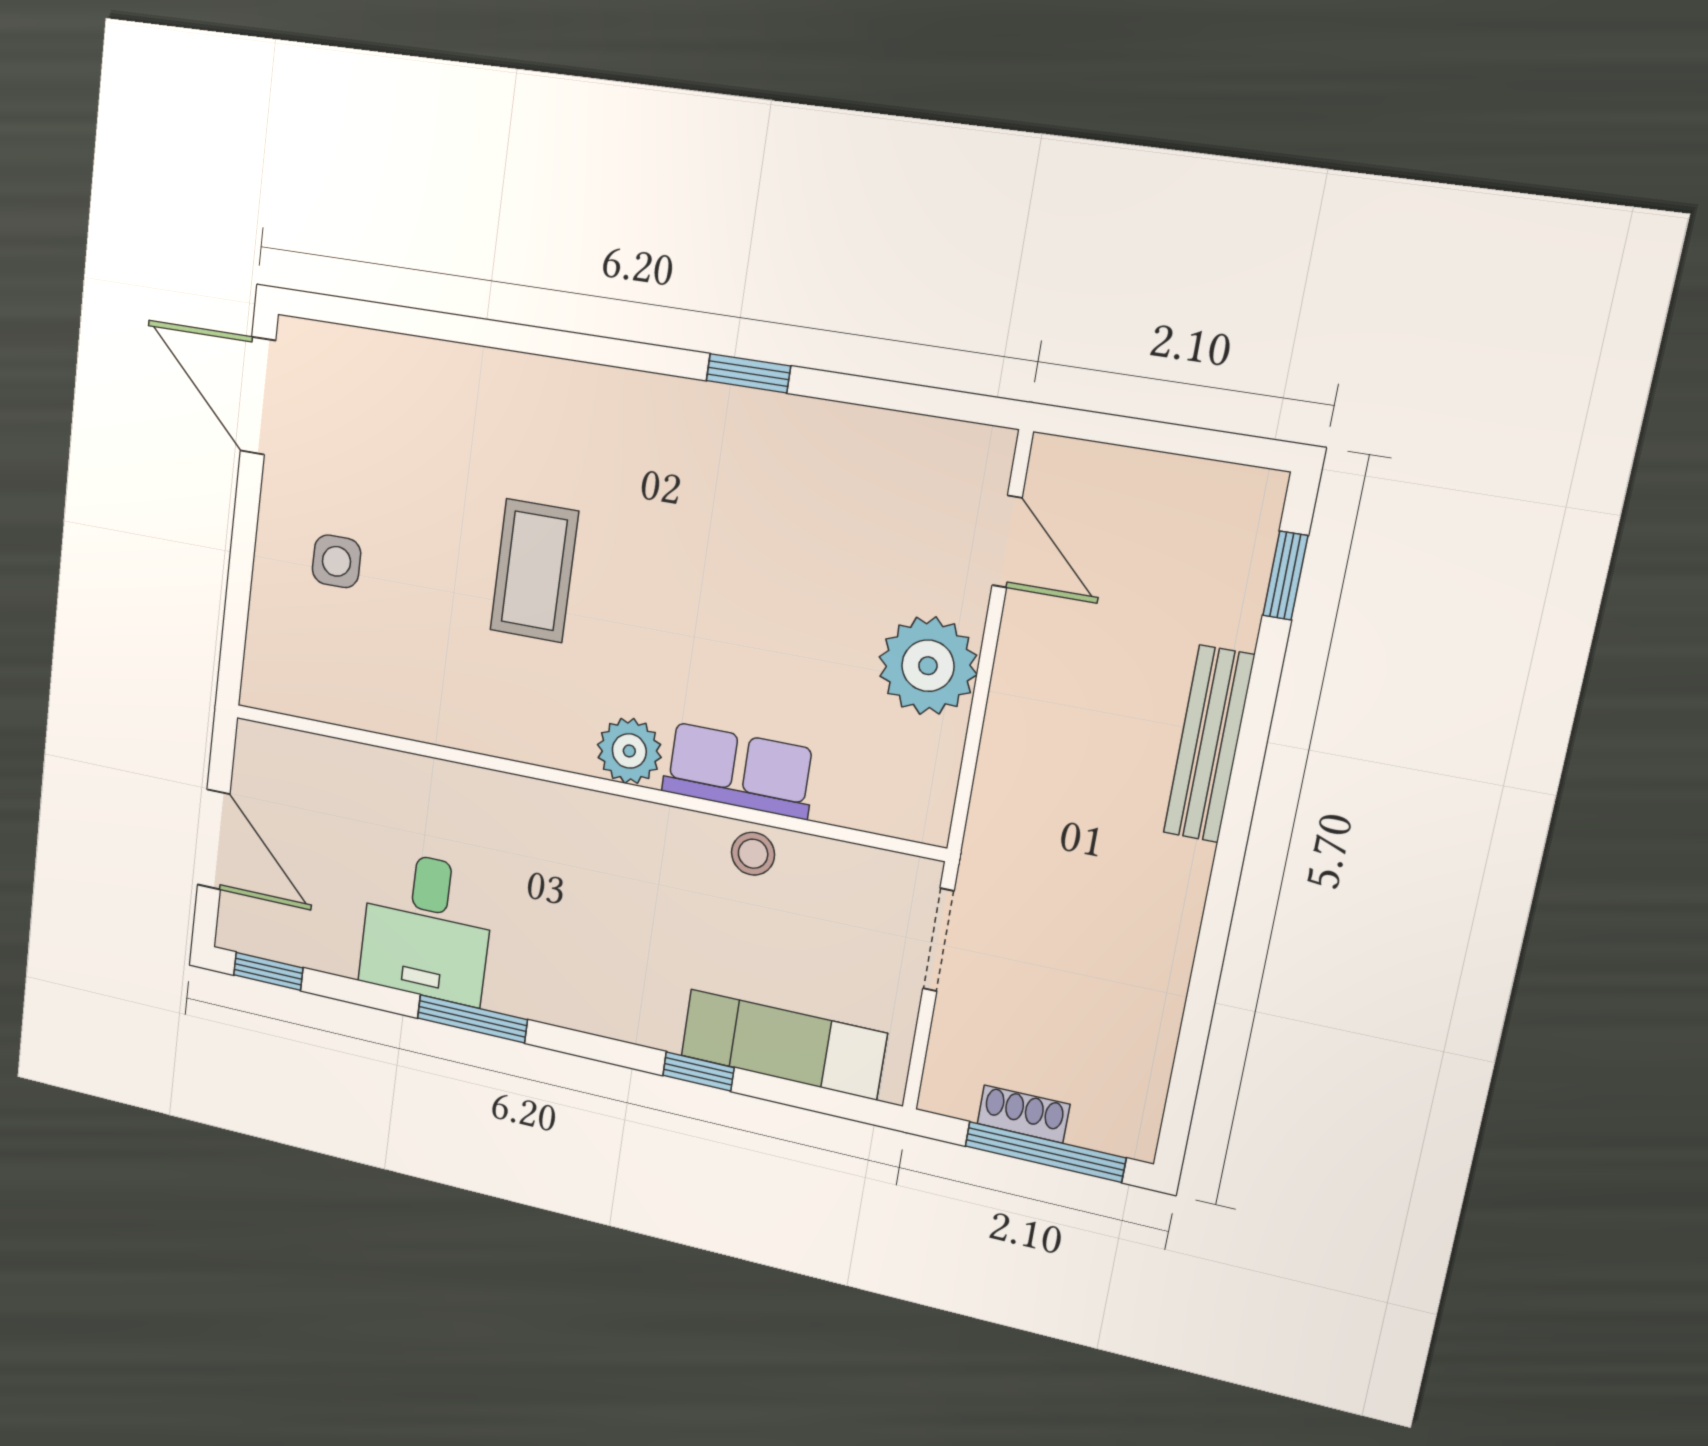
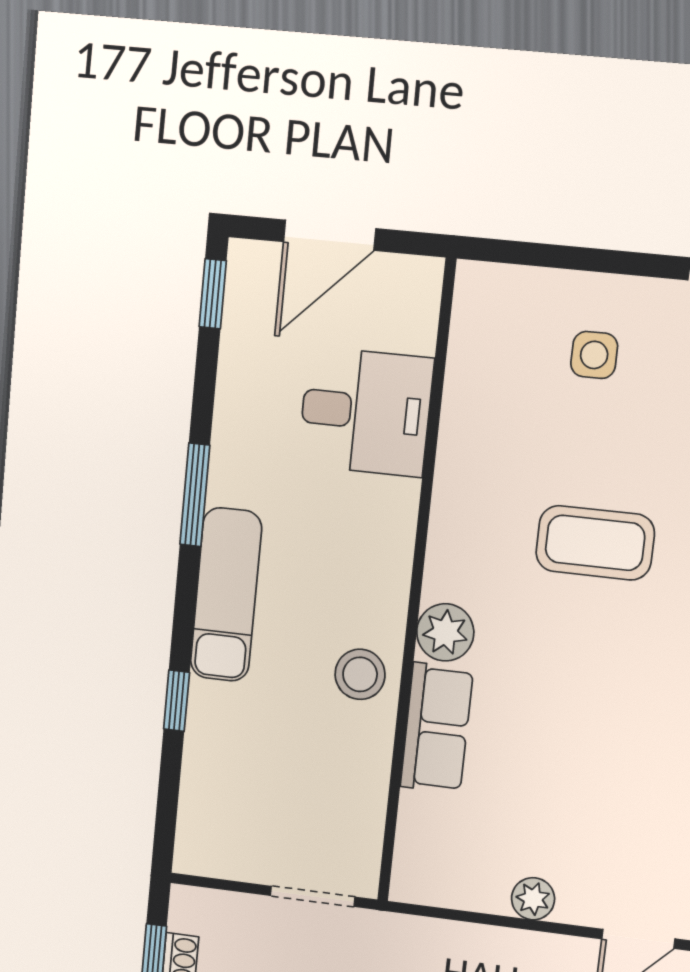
plant: (928, 666) -> (533, 899), width x0.53, depth x0.53
stool: (753, 854) -> (360, 674), moved, width x1.37, depth x1.37
desk: (427, 927) -> (366, 412), moved, turned 180
exam couch: (783, 1044) -> (226, 595), moved

